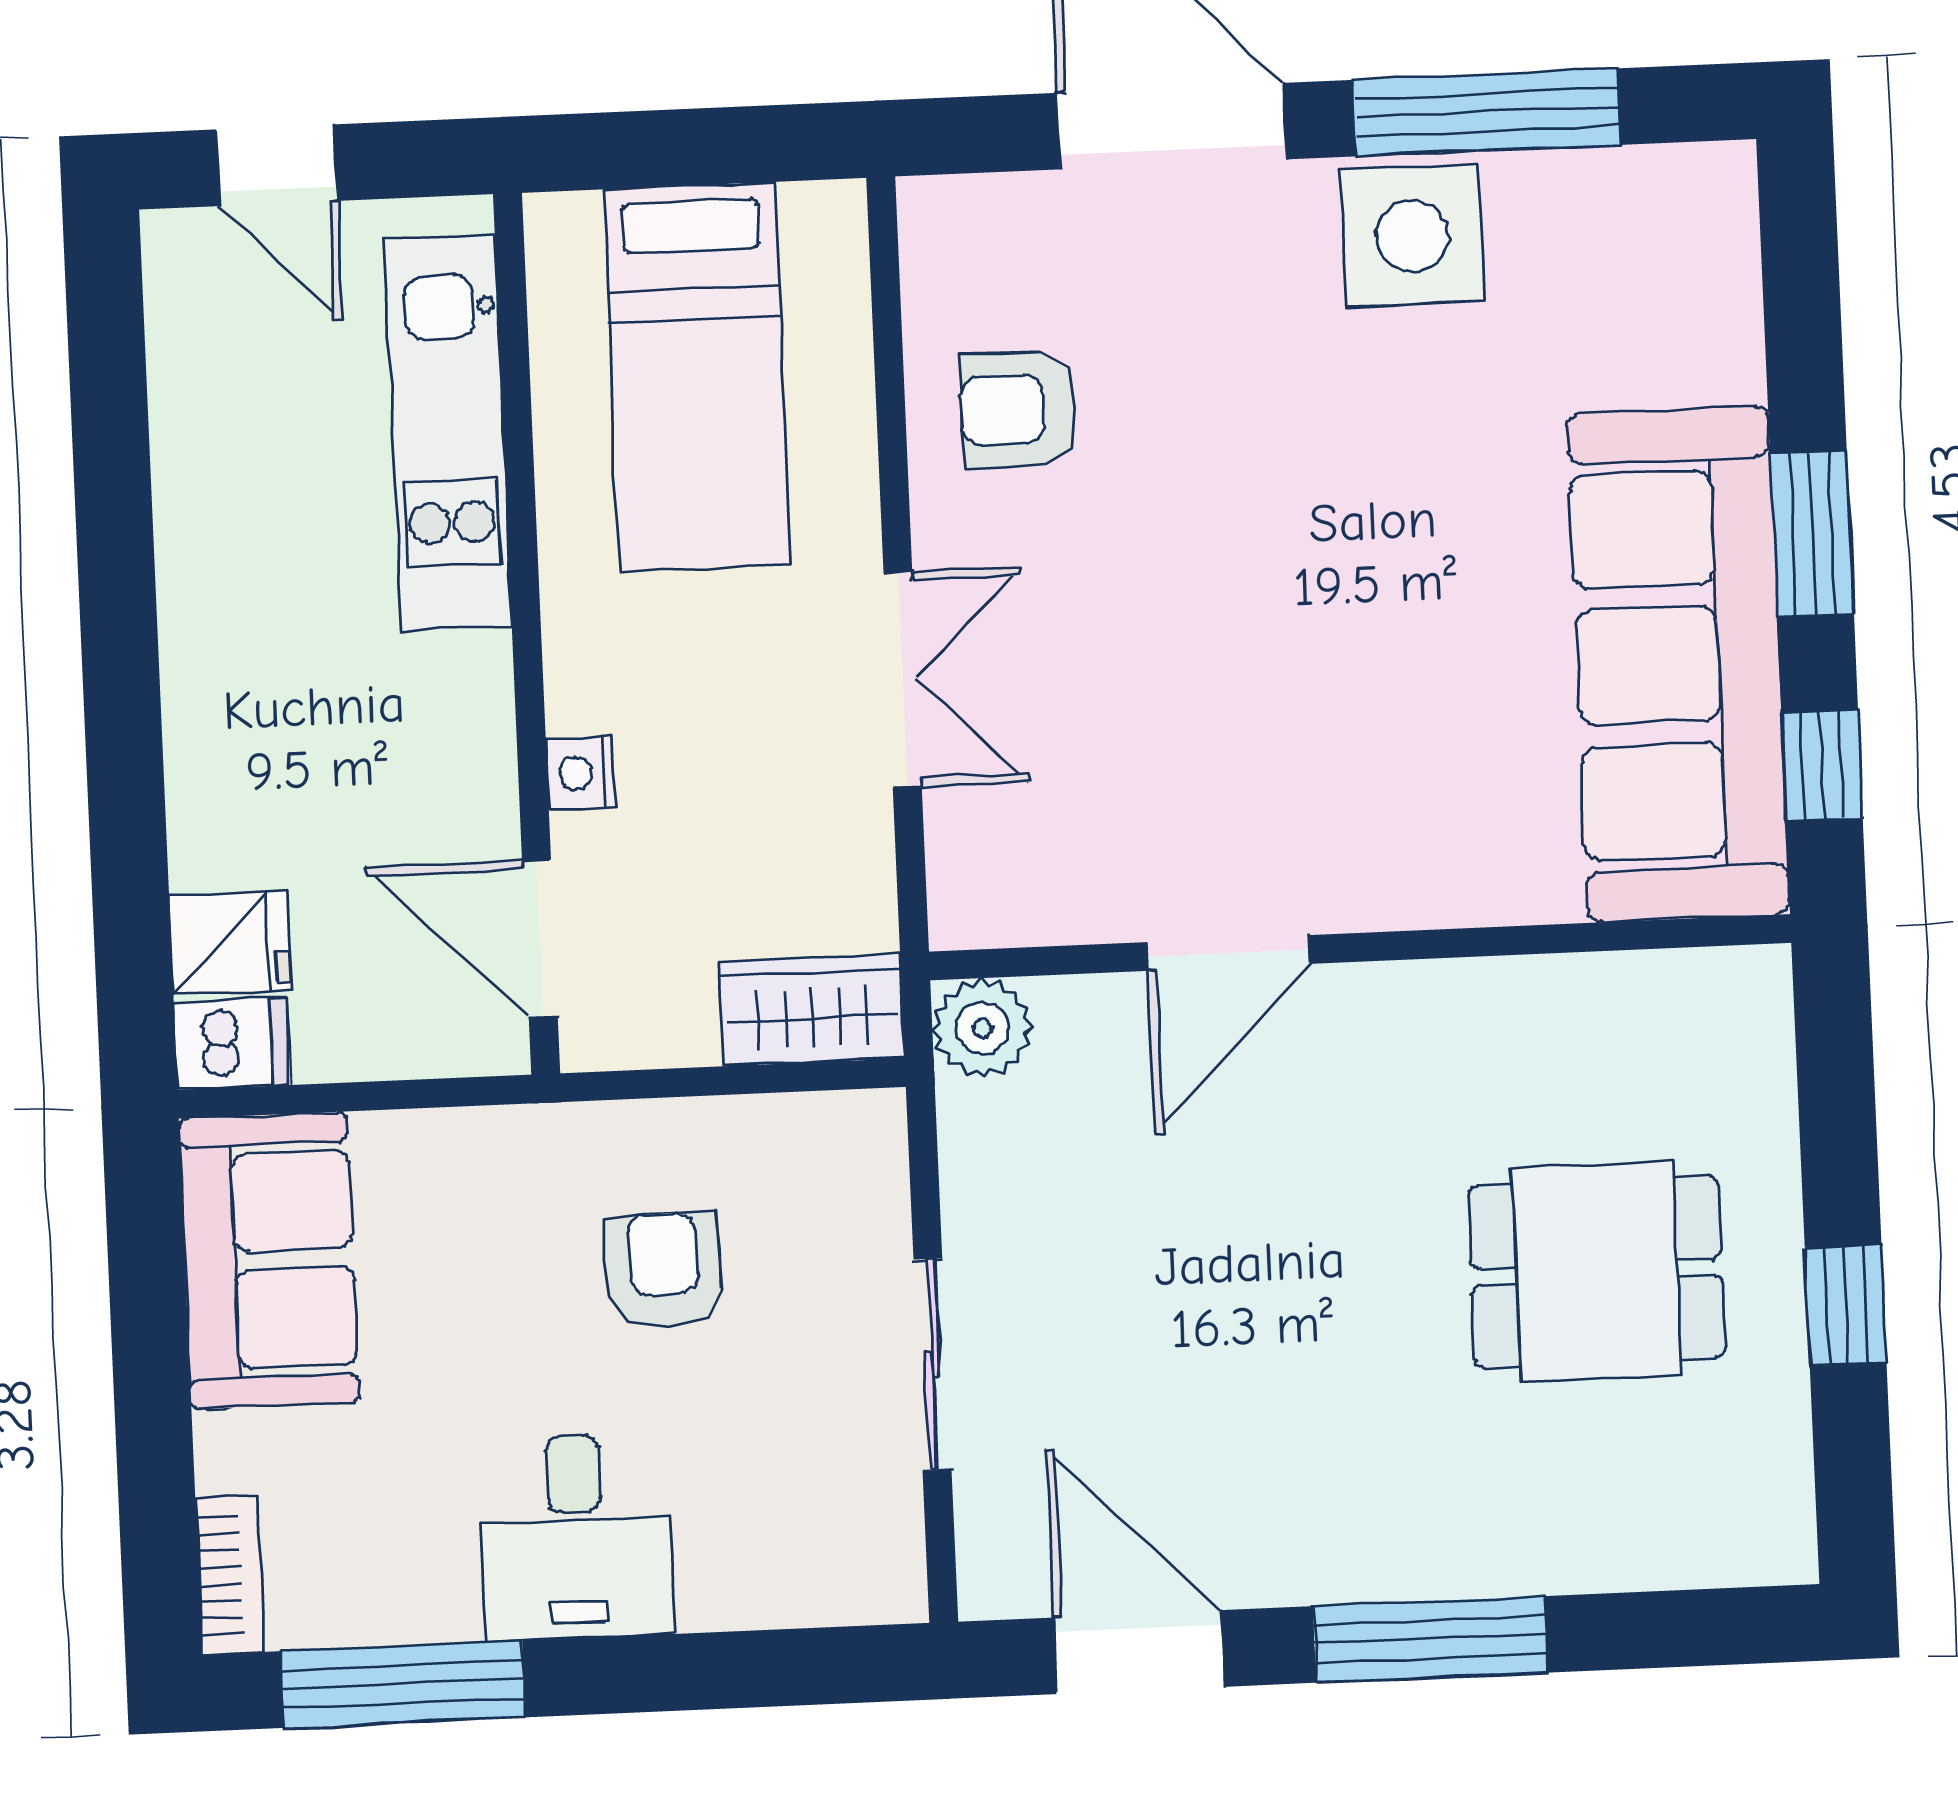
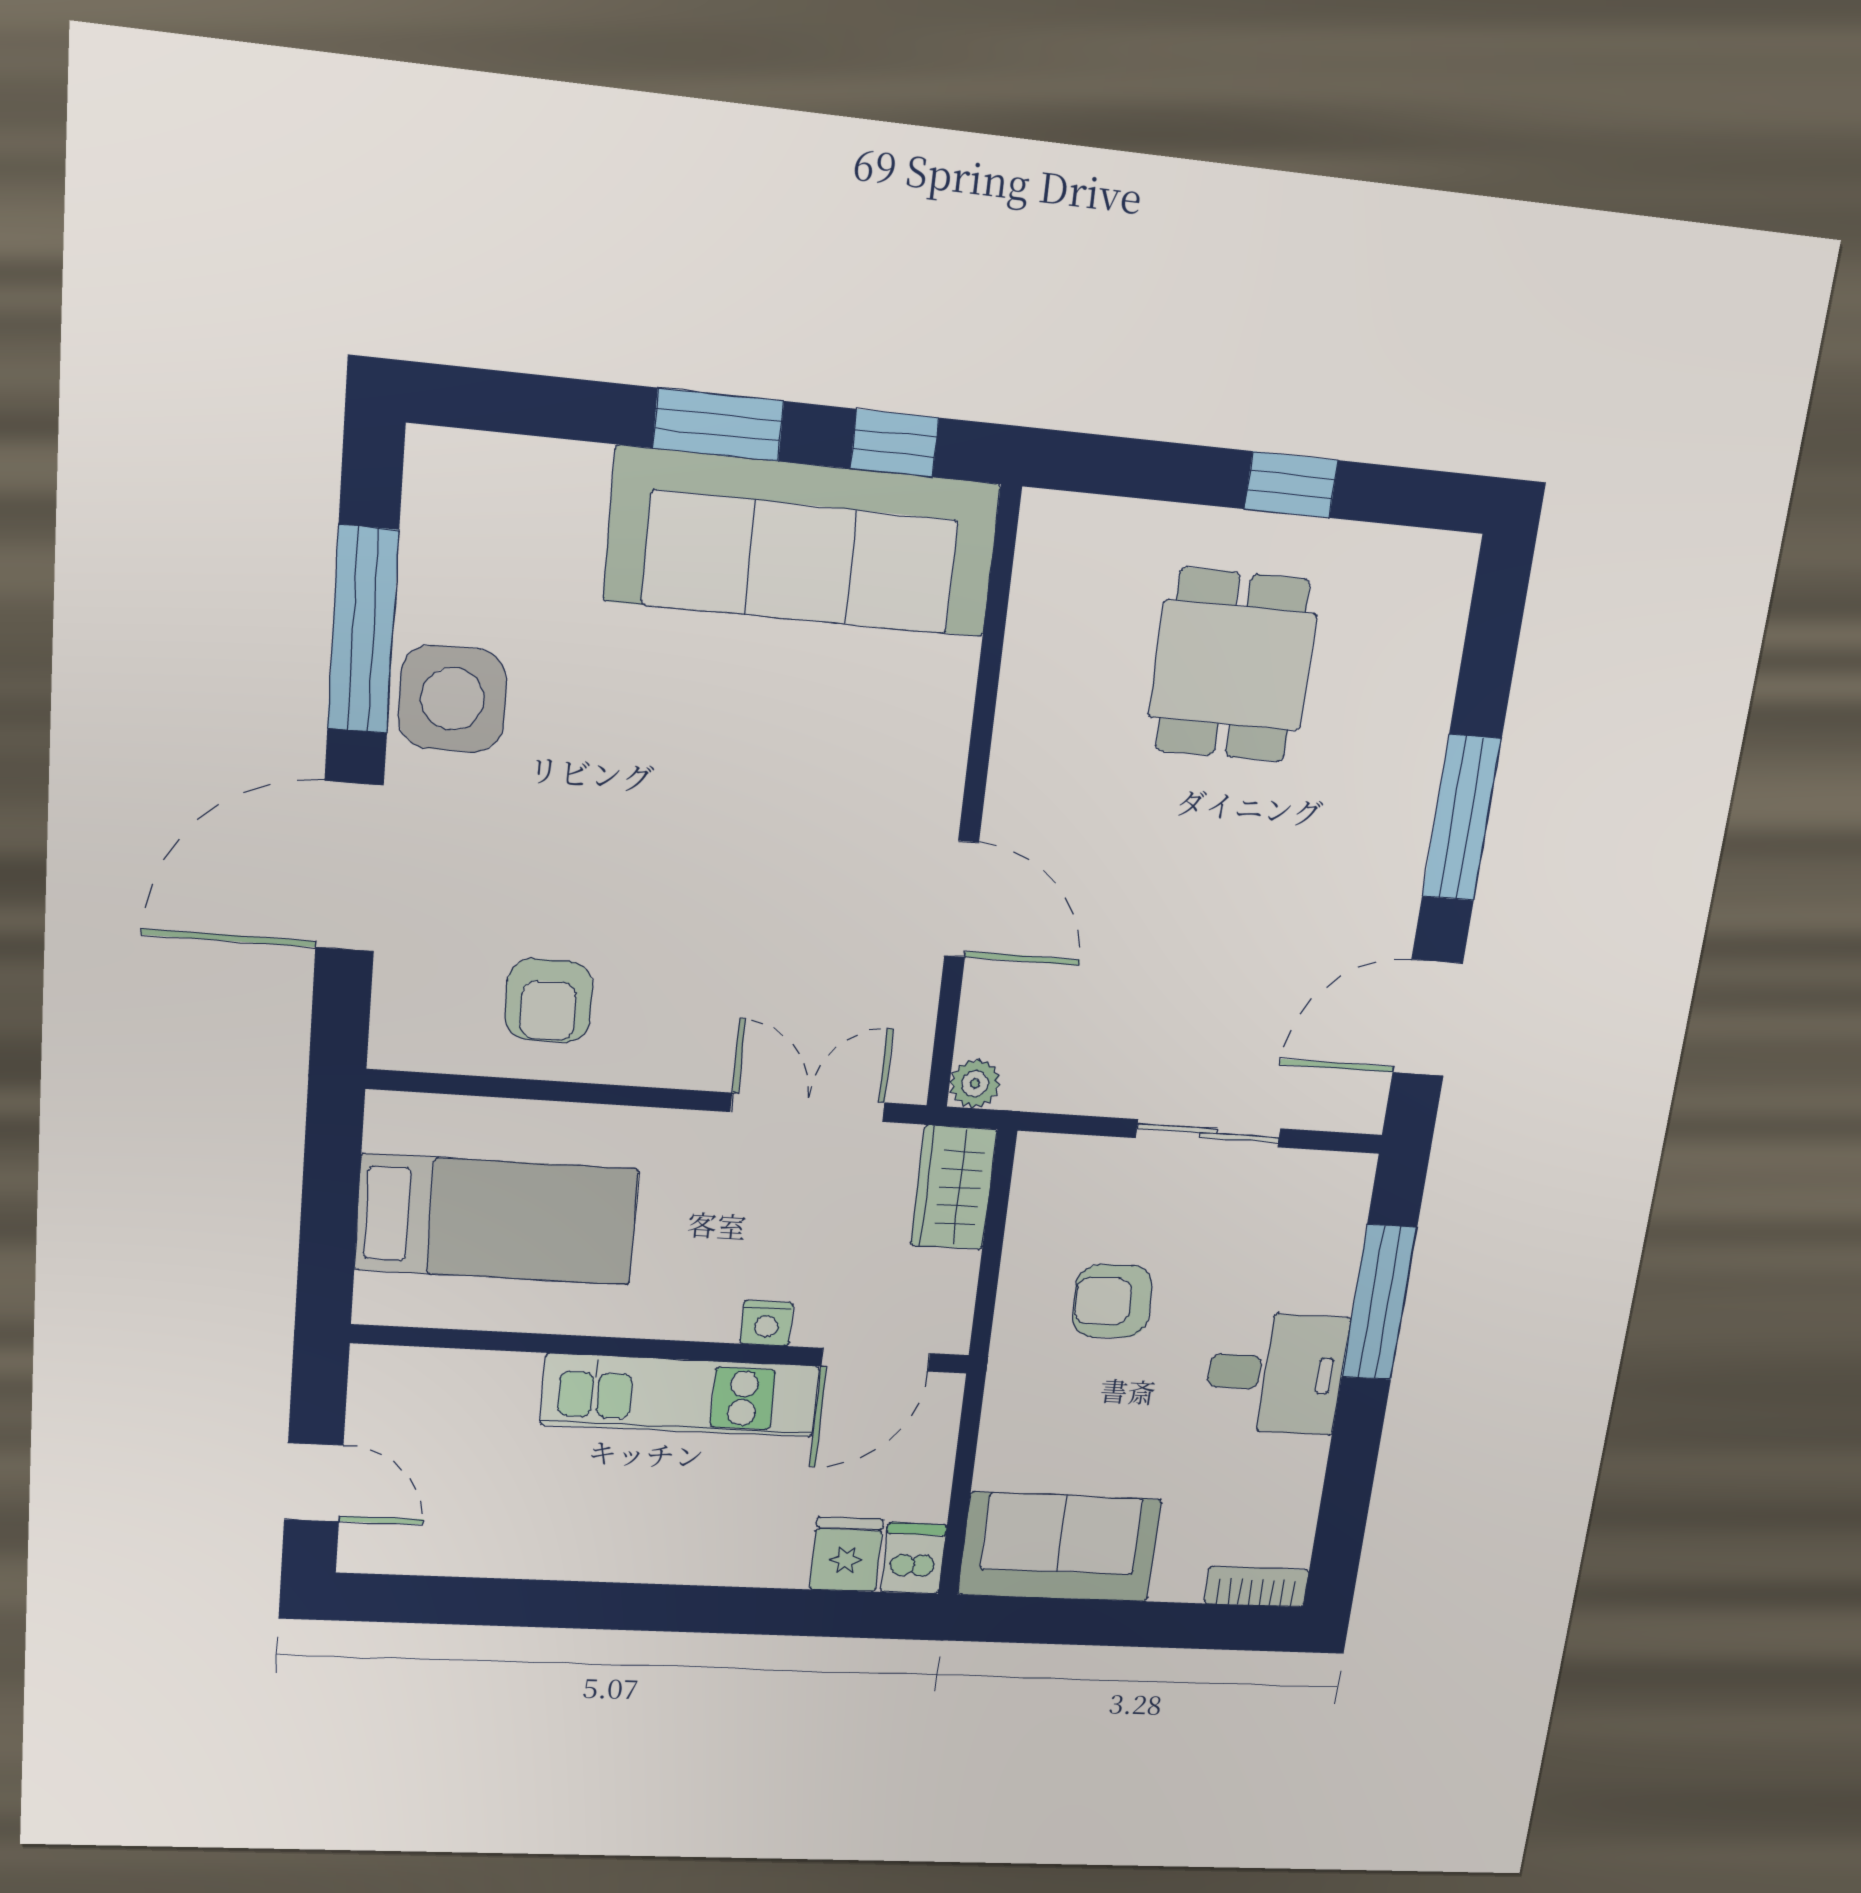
door: (277, 165) -> (314, 1482), hinge flipped
kitchen unit: (448, 432) -> (680, 1395), moved
double door: (903, 680) -> (808, 1107), moved
plant: (982, 1028) -> (975, 1084), width x0.73, depth x0.73
window: (403, 1684) -> (1379, 1302), moved

